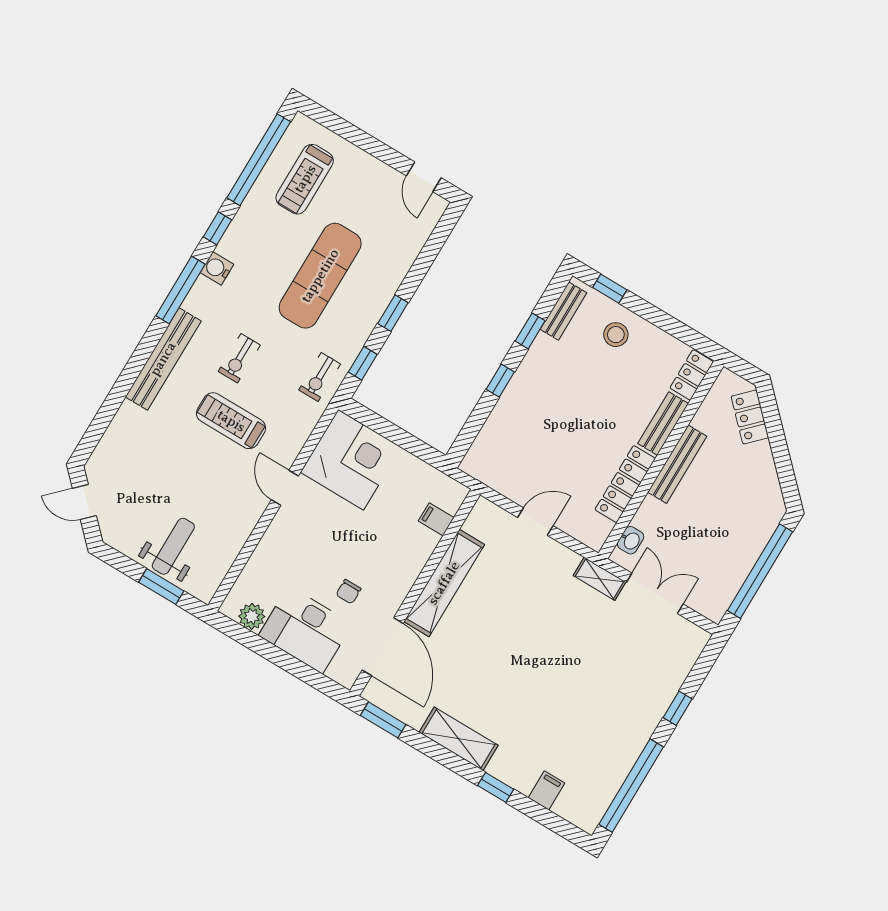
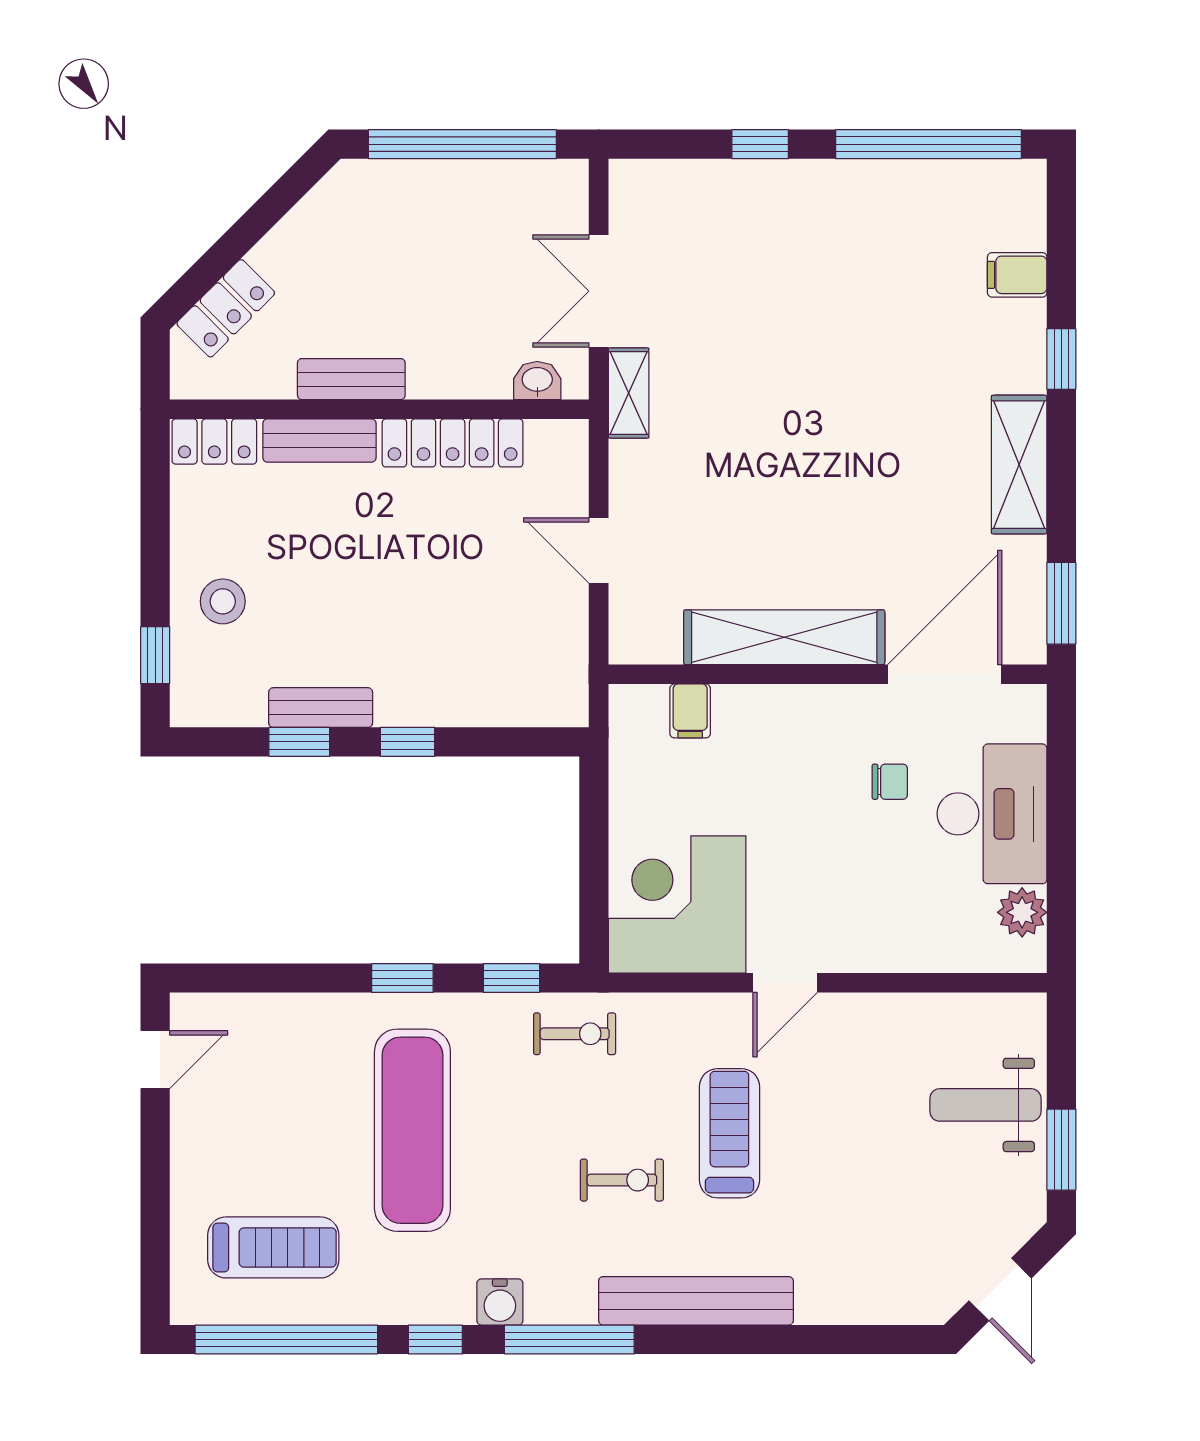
exercise mat: (320, 276) -> (412, 1130), turned 90
bench: (564, 311) -> (321, 708), moved
treadmill: (231, 421) -> (729, 1133), turned 180
bench: (677, 464) -> (351, 379), width x0.73
window: (161, 587) -> (1061, 1150), moved

